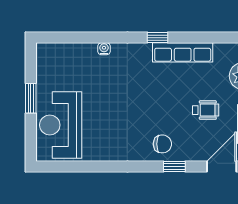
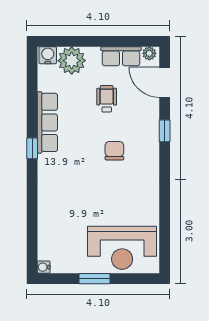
water cooler: (104, 49) -> (44, 267), moved
chair: (162, 144) -> (114, 151), moved

